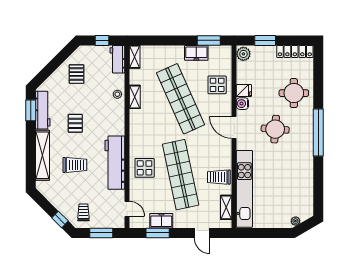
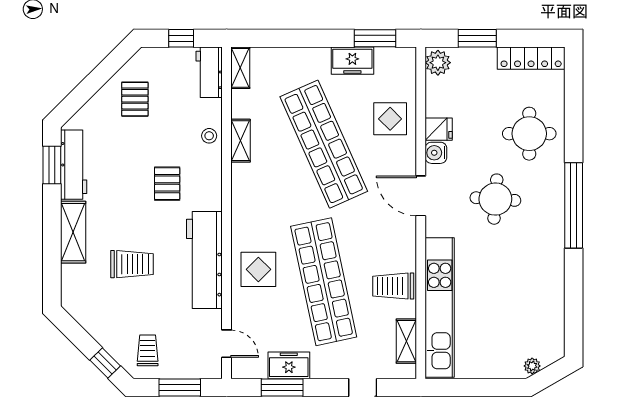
pallet: (75, 123) -> (167, 184), moved
shelving: (42, 155) -> (73, 232), width x0.68

